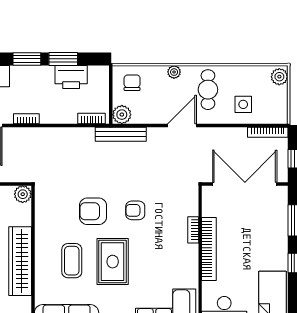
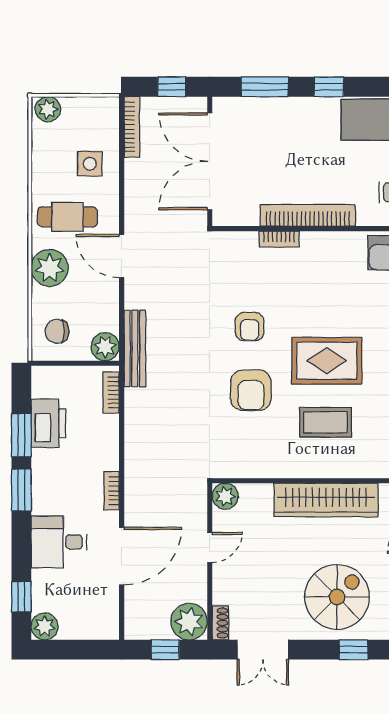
plant: (174, 72) -> (50, 268), width x1.88, depth x1.88

